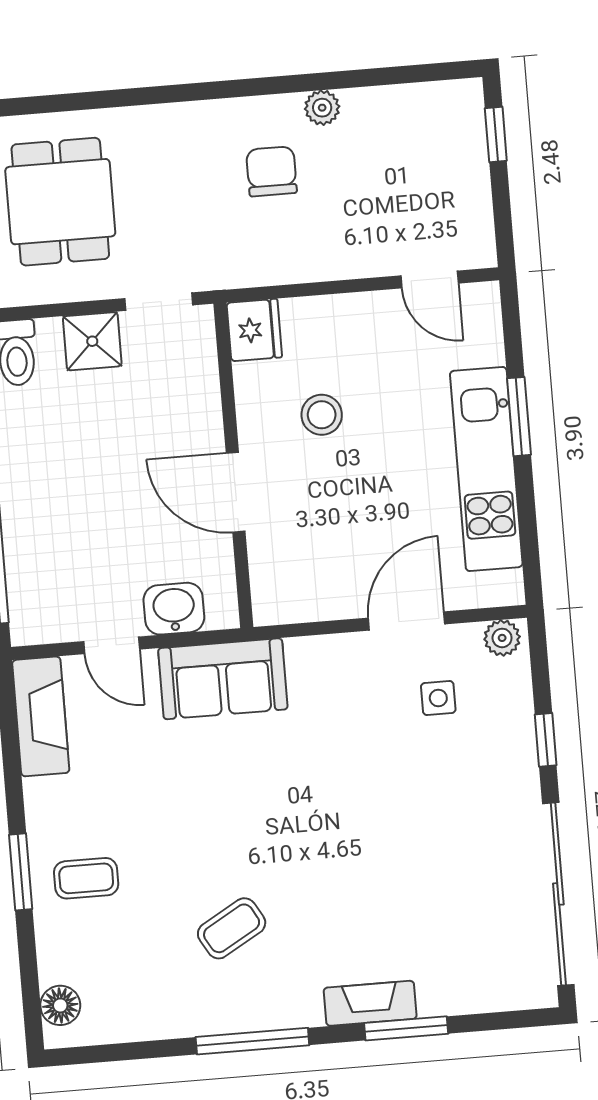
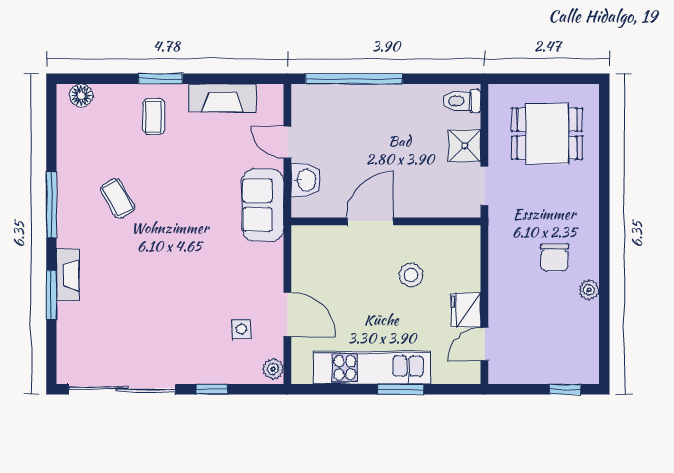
chair: (272, 171) -> (555, 258), turned 90
fridge: (254, 330) -> (466, 310), moved, turned 90
door: (112, 645) -> (287, 142), hinge flipped
fireplace: (41, 716) -> (222, 98), moved

